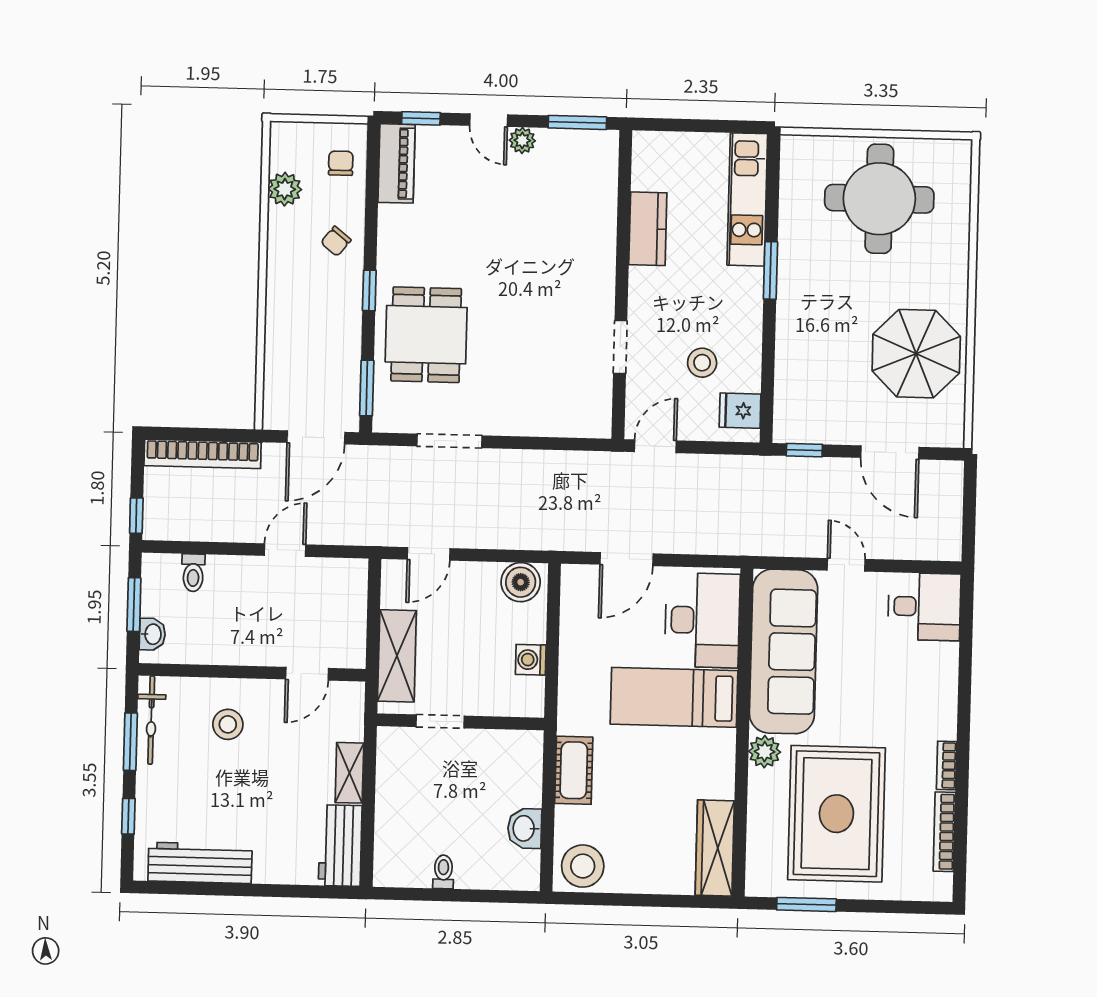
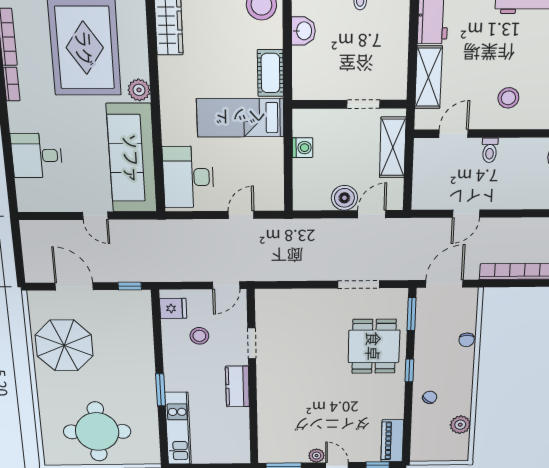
chair: (341, 163) -> (467, 340), moved
kitchen counter: (648, 229) -> (237, 386), moved
door: (627, 559) -> (241, 215), width x0.73
toilet: (193, 573) -> (490, 150), moved, turned 180
boiler: (521, 582) -> (344, 198), moved
desk: (924, 607) -> (37, 156), moved
bed: (674, 697) -> (240, 118), moved, turned 180
shelving: (349, 773) -> (428, 77), width x1.50, depth x1.33

